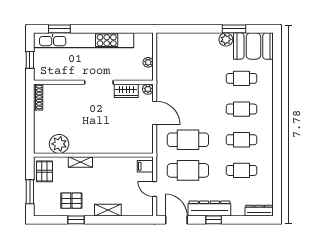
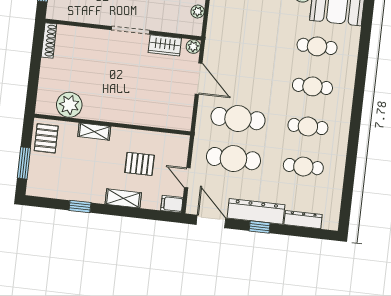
filing cabinet: (145, 166) -> (172, 204), moved
pallet: (71, 201) -> (140, 164), moved
dresser: (259, 211) -> (303, 220), moved

